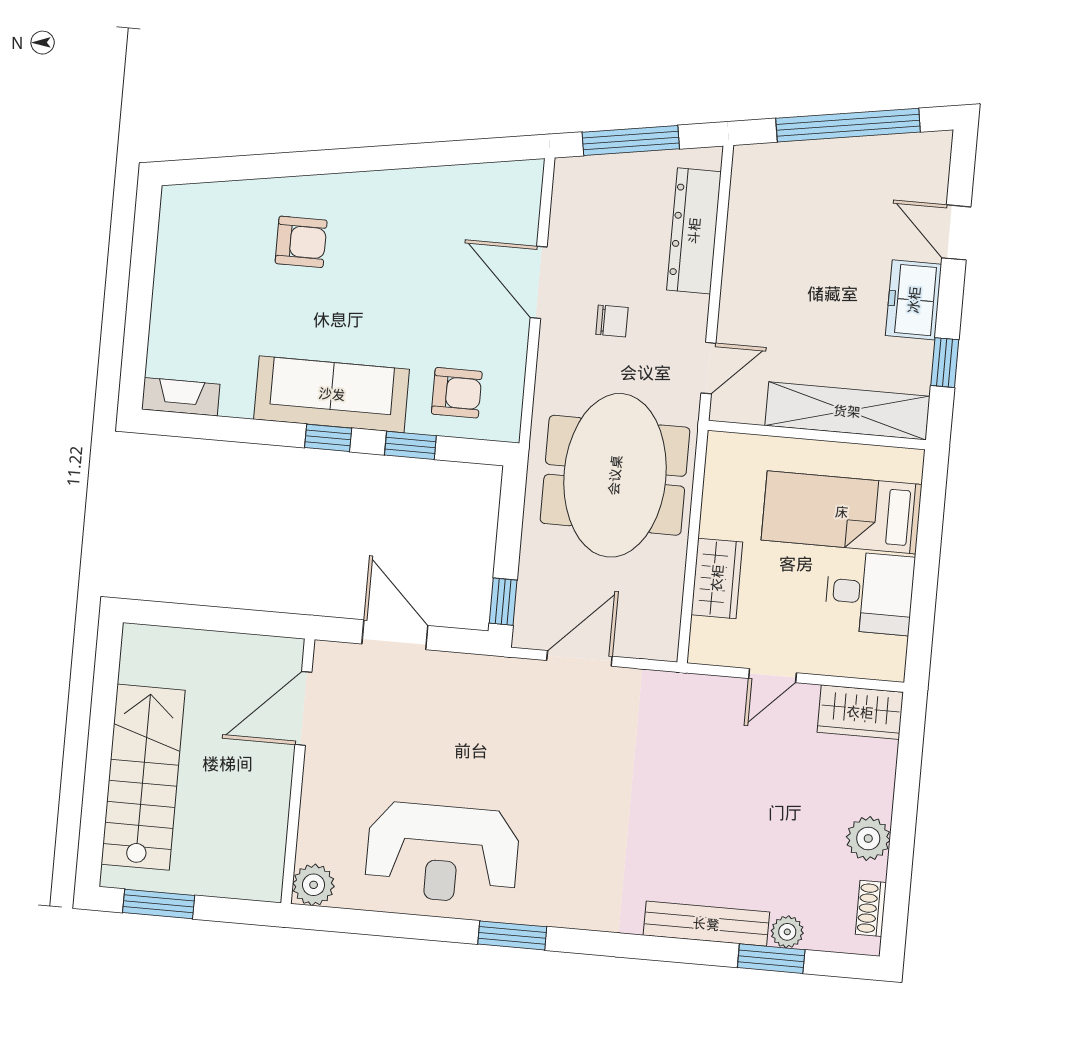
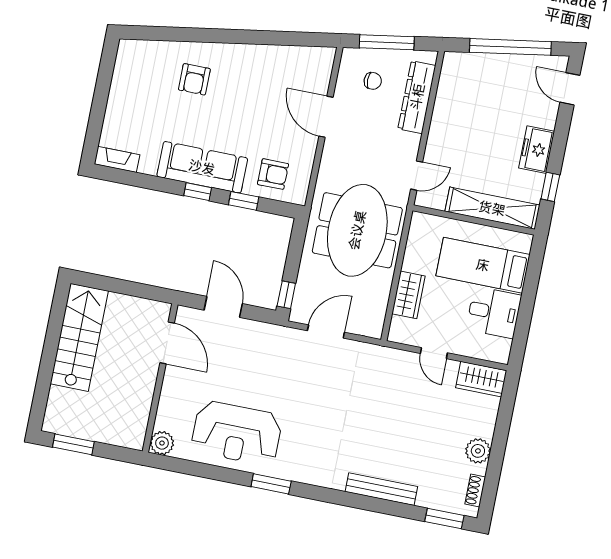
door: (956, 232) -> (570, 89), moved
armchair: (301, 242) -> (194, 79), turned 90
chair: (612, 321) -> (373, 81), moved
door: (772, 676) -> (434, 353), hinge flipped
door: (303, 708) -> (167, 343), swing flipped
stairs: (143, 777) -> (79, 337), moved
plant: (787, 932) -> (427, 499), removed
window: (771, 959) -> (444, 518), moved

